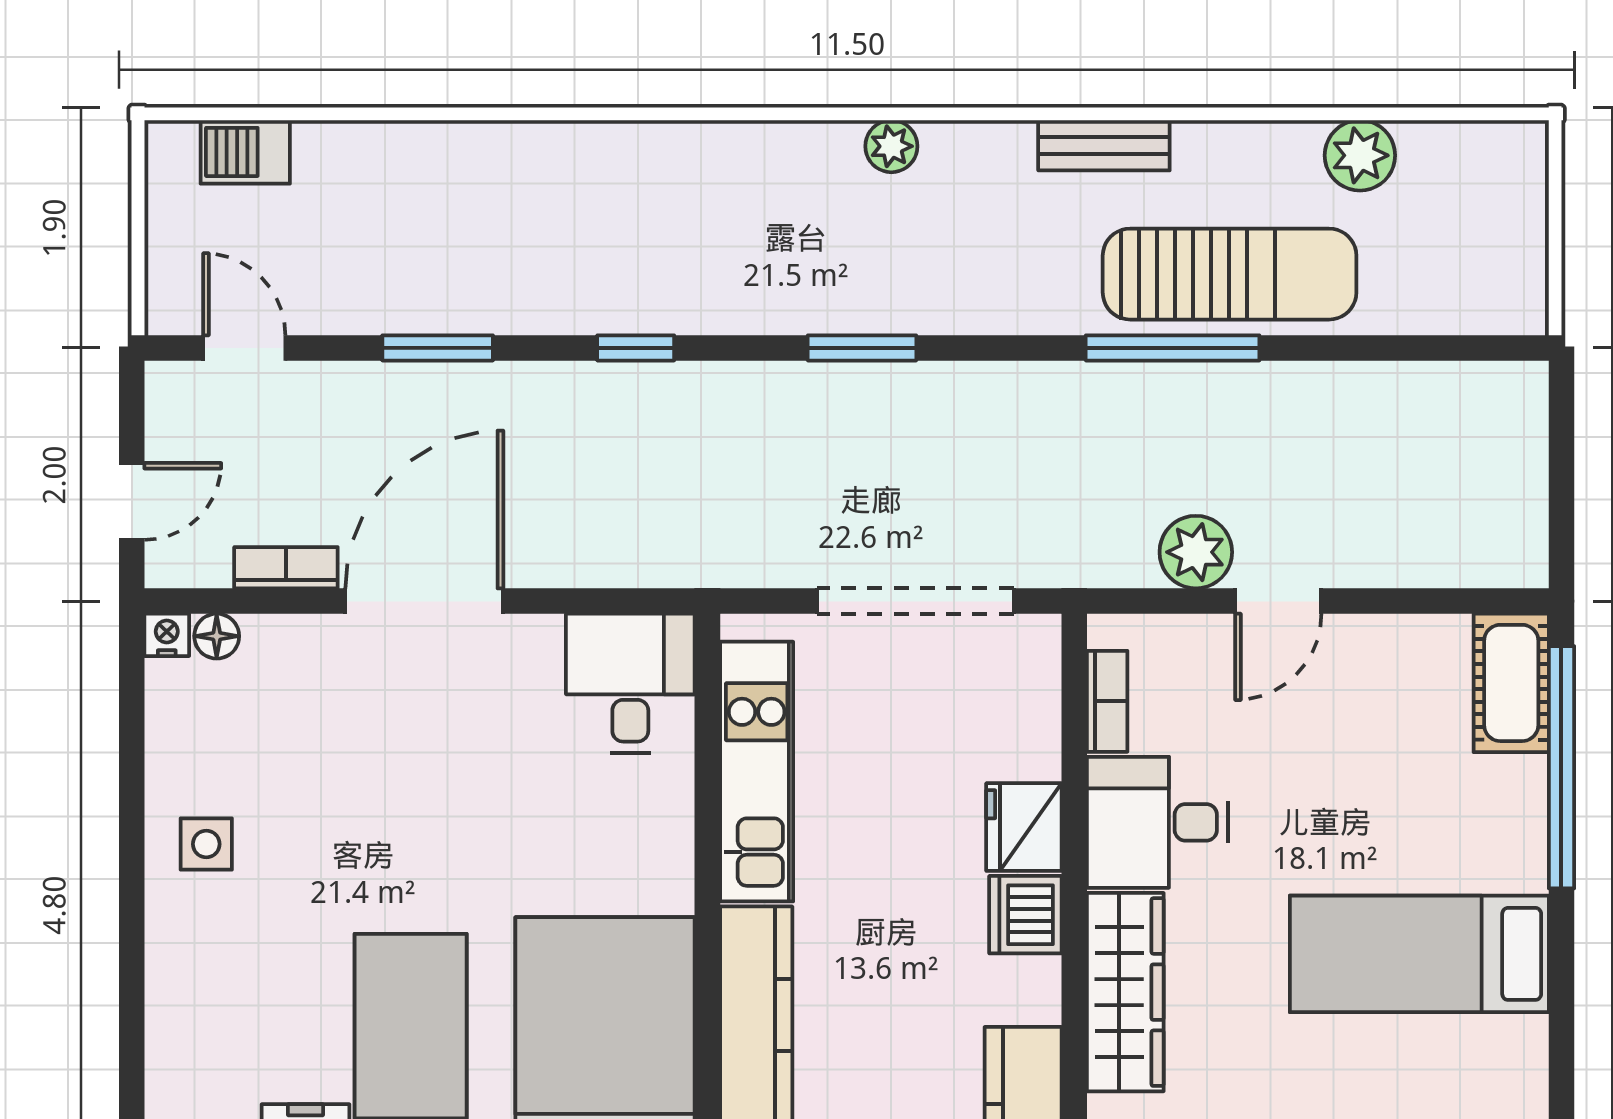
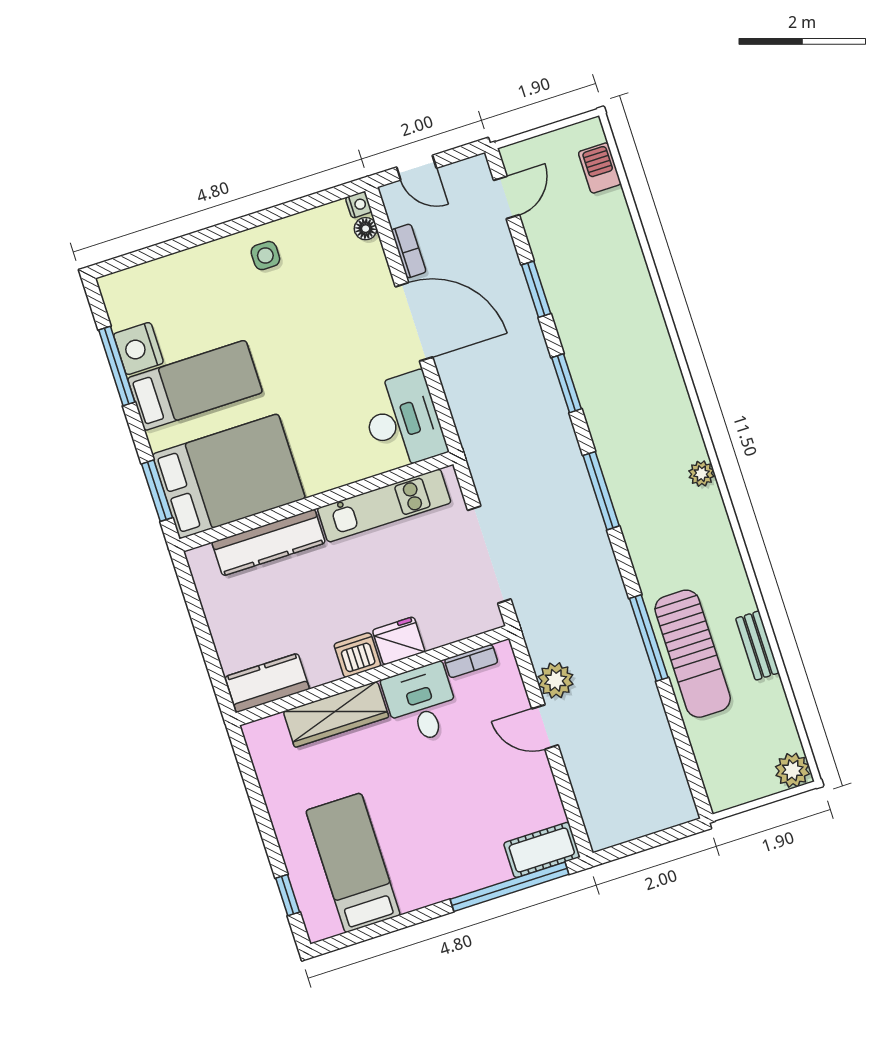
bench: (1104, 145) -> (757, 646), moved
plant: (1360, 155) -> (792, 770), moved
window: (636, 348) -> (567, 383), width x1.50
window: (862, 348) -> (601, 491), width x1.44
desk: (630, 683) -> (403, 421), width x1.37
bed: (1419, 954) -> (353, 863), moved

